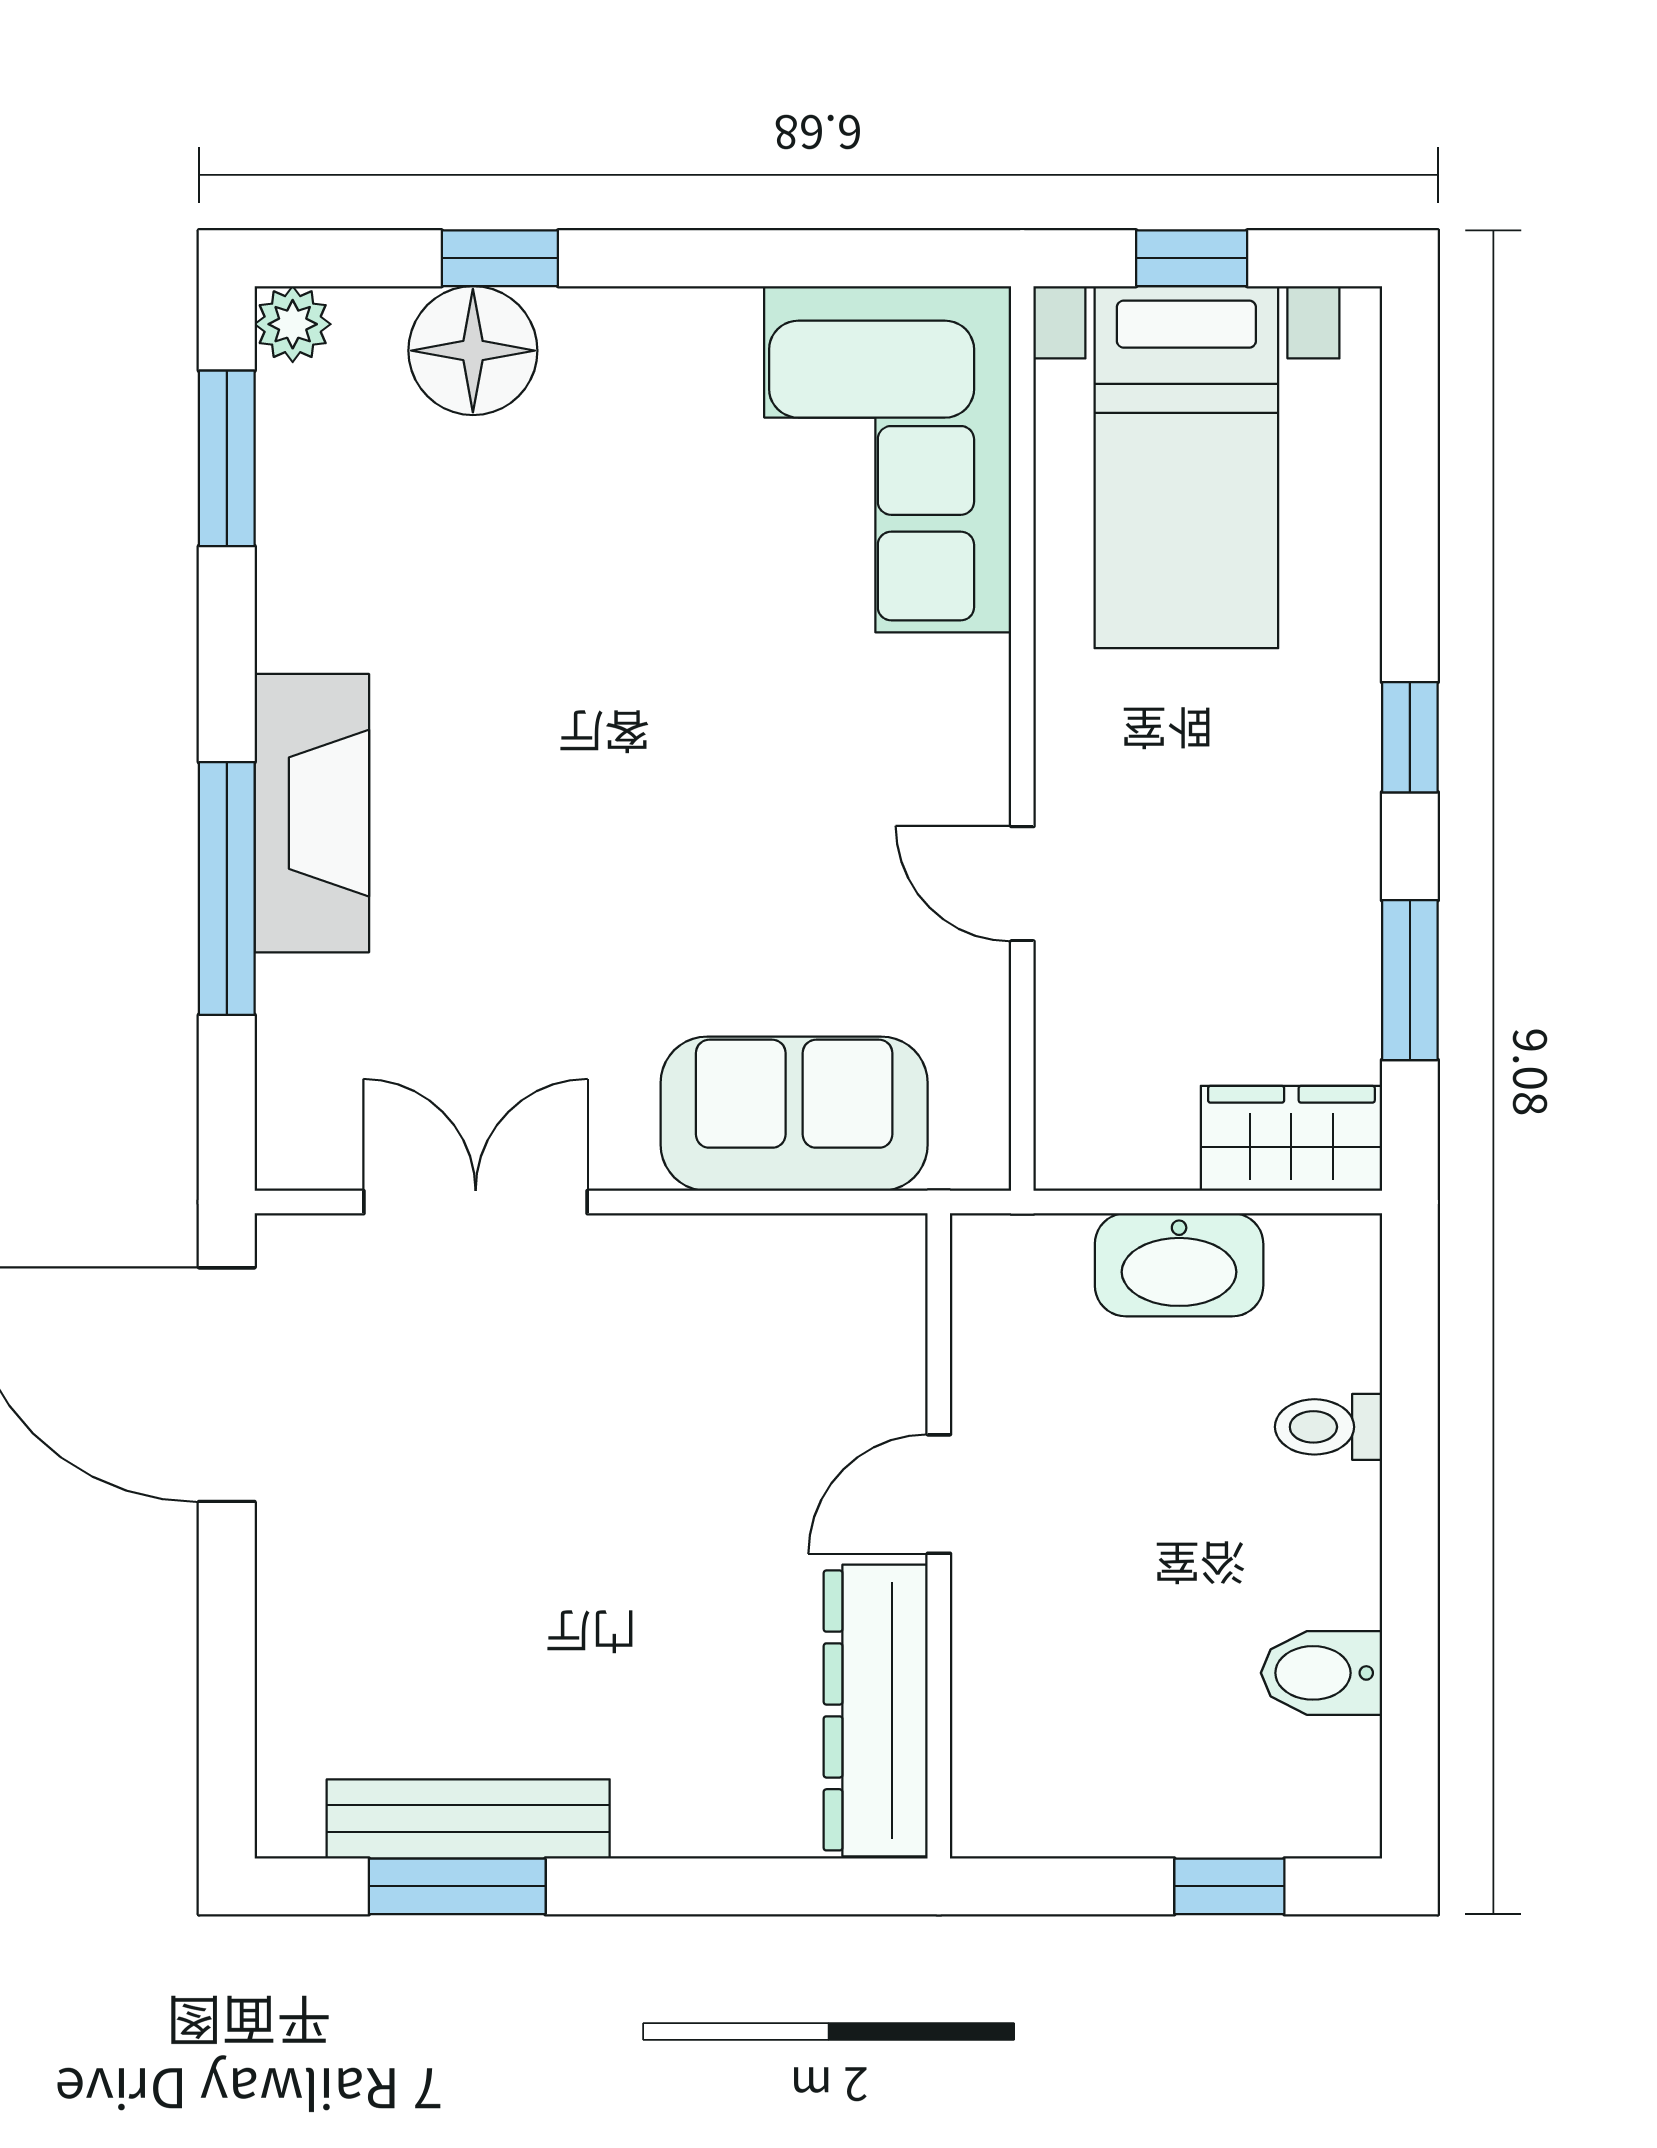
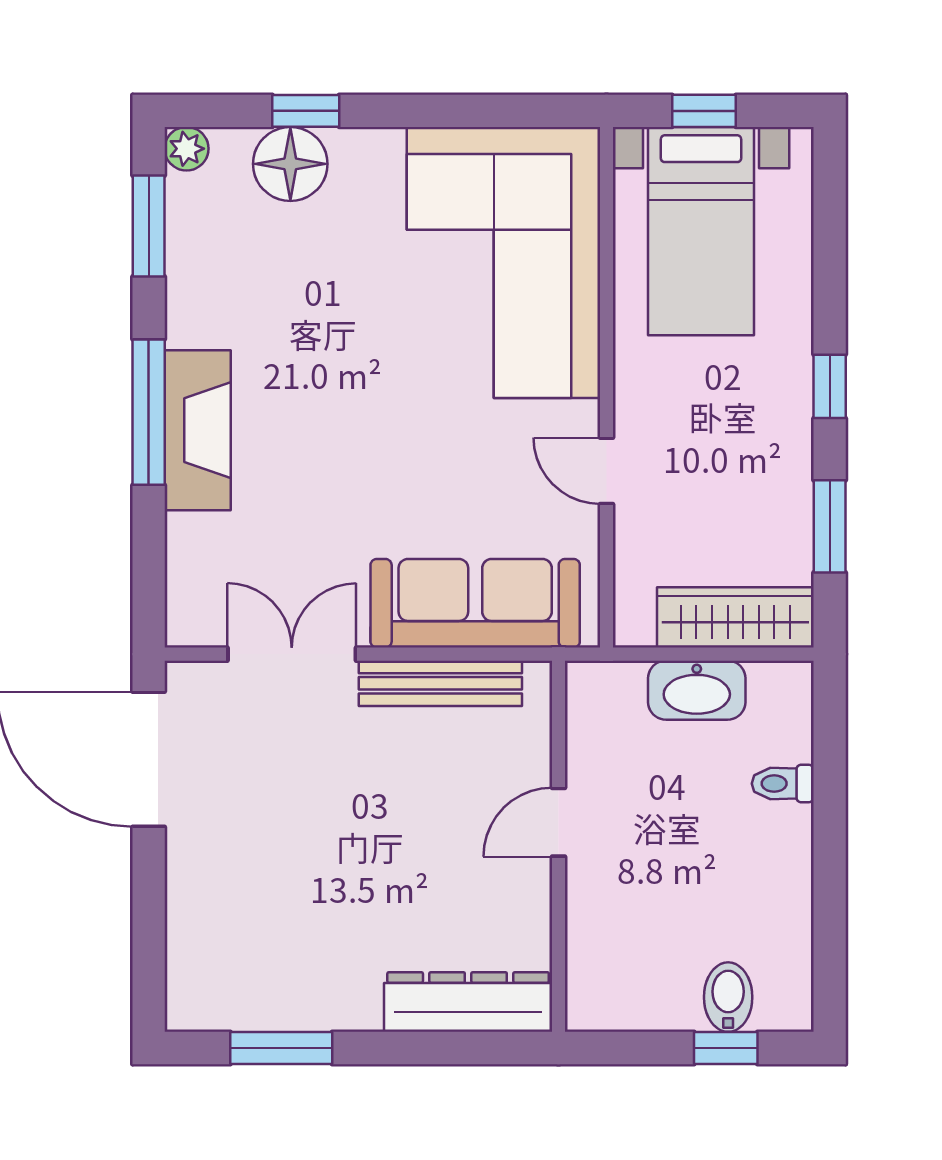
corner sofa: (888, 459) -> (503, 262), width x1.36, depth x1.36
window: (227, 889) -> (149, 412), moved
sofa: (794, 1114) -> (475, 603), width x1.36
wardrobe: (1291, 1138) -> (735, 617), width x1.50
bidet: (1321, 1673) -> (728, 997), moved, turned 90
dresser: (876, 1710) -> (468, 1002), moved, turned 90
bench: (468, 1819) -> (440, 683), moved

